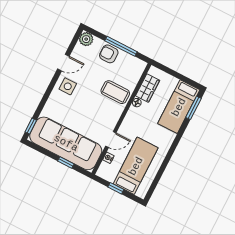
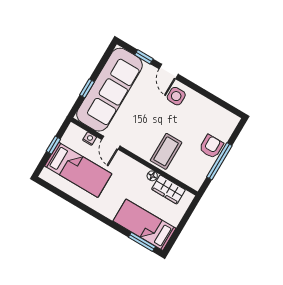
plant: (86, 39) -> (230, 121), removed
door: (63, 63) -> (169, 72), moved
window: (31, 126) -> (144, 57), moved

